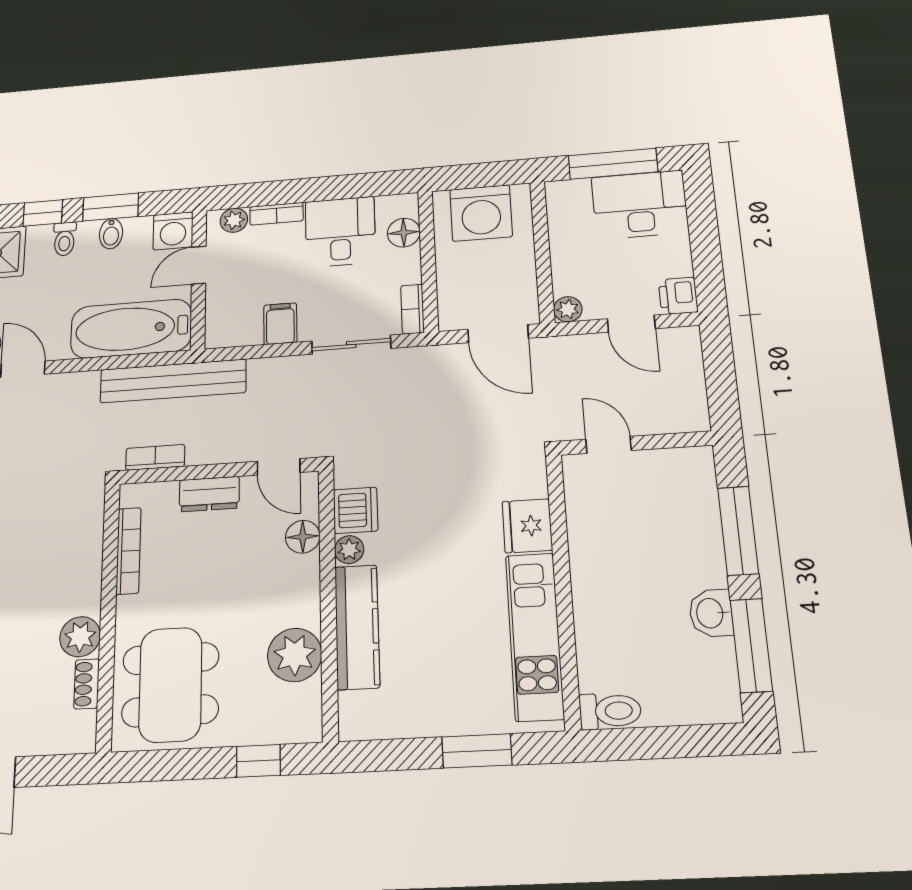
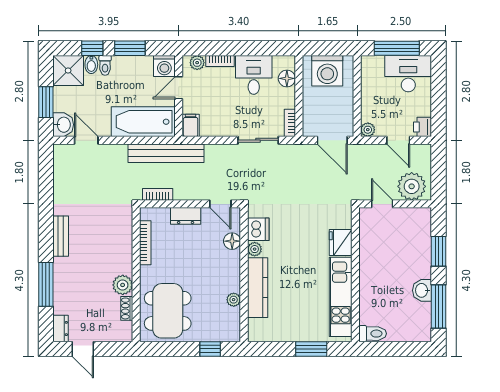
bidet: (111, 234) -> (91, 65), moved
filing cabinet: (280, 324) -> (191, 125), moved
plant: (667, 407) -> (412, 186), added
window: (738, 531) -> (439, 251), width x0.69
plant: (295, 655) -> (234, 300), width x0.53, depth x0.53

